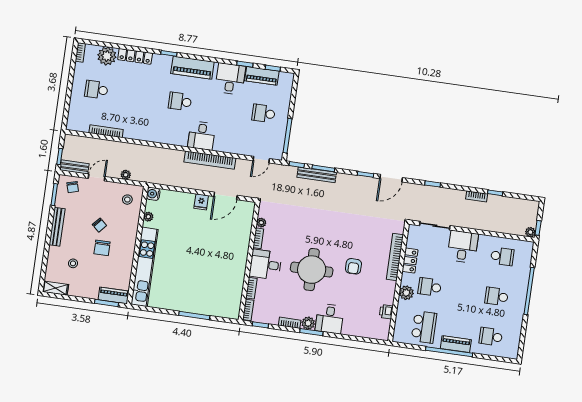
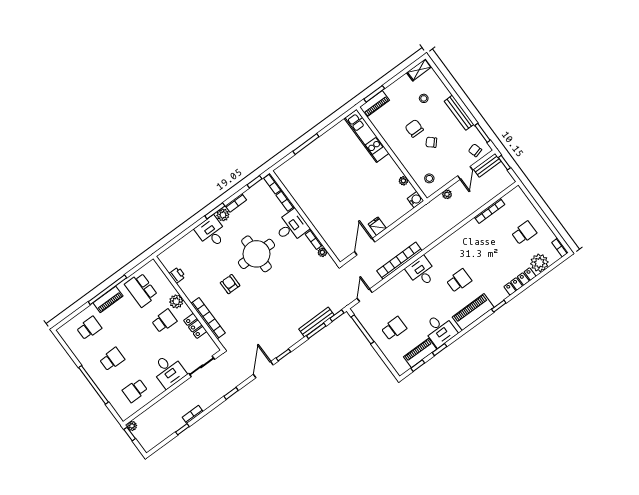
kitchen unit: (145, 267) -> (367, 136), width x0.73

